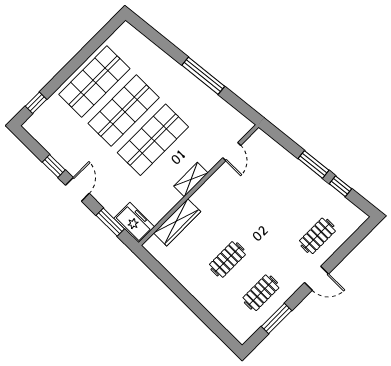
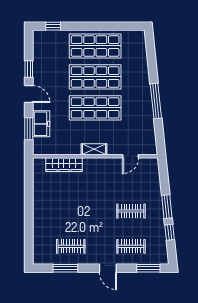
door: (77, 189) -> (29, 94), hinge flipped
freezer: (134, 223) -> (41, 124), moved
window: (354, 240) -> (148, 268), added
clothes rail: (227, 259) -> (131, 211), moved

